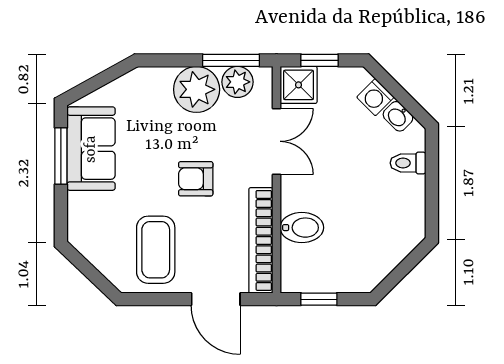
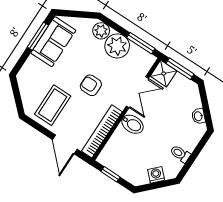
window: (320, 60) -> (180, 69), width x1.50
plant: (238, 82) -> (101, 31), moved
washing machine: (375, 97) -> (156, 175), moved, turned 90
toilet: (408, 163) -> (180, 154), moved
bidet: (302, 228) -> (132, 124), moved

